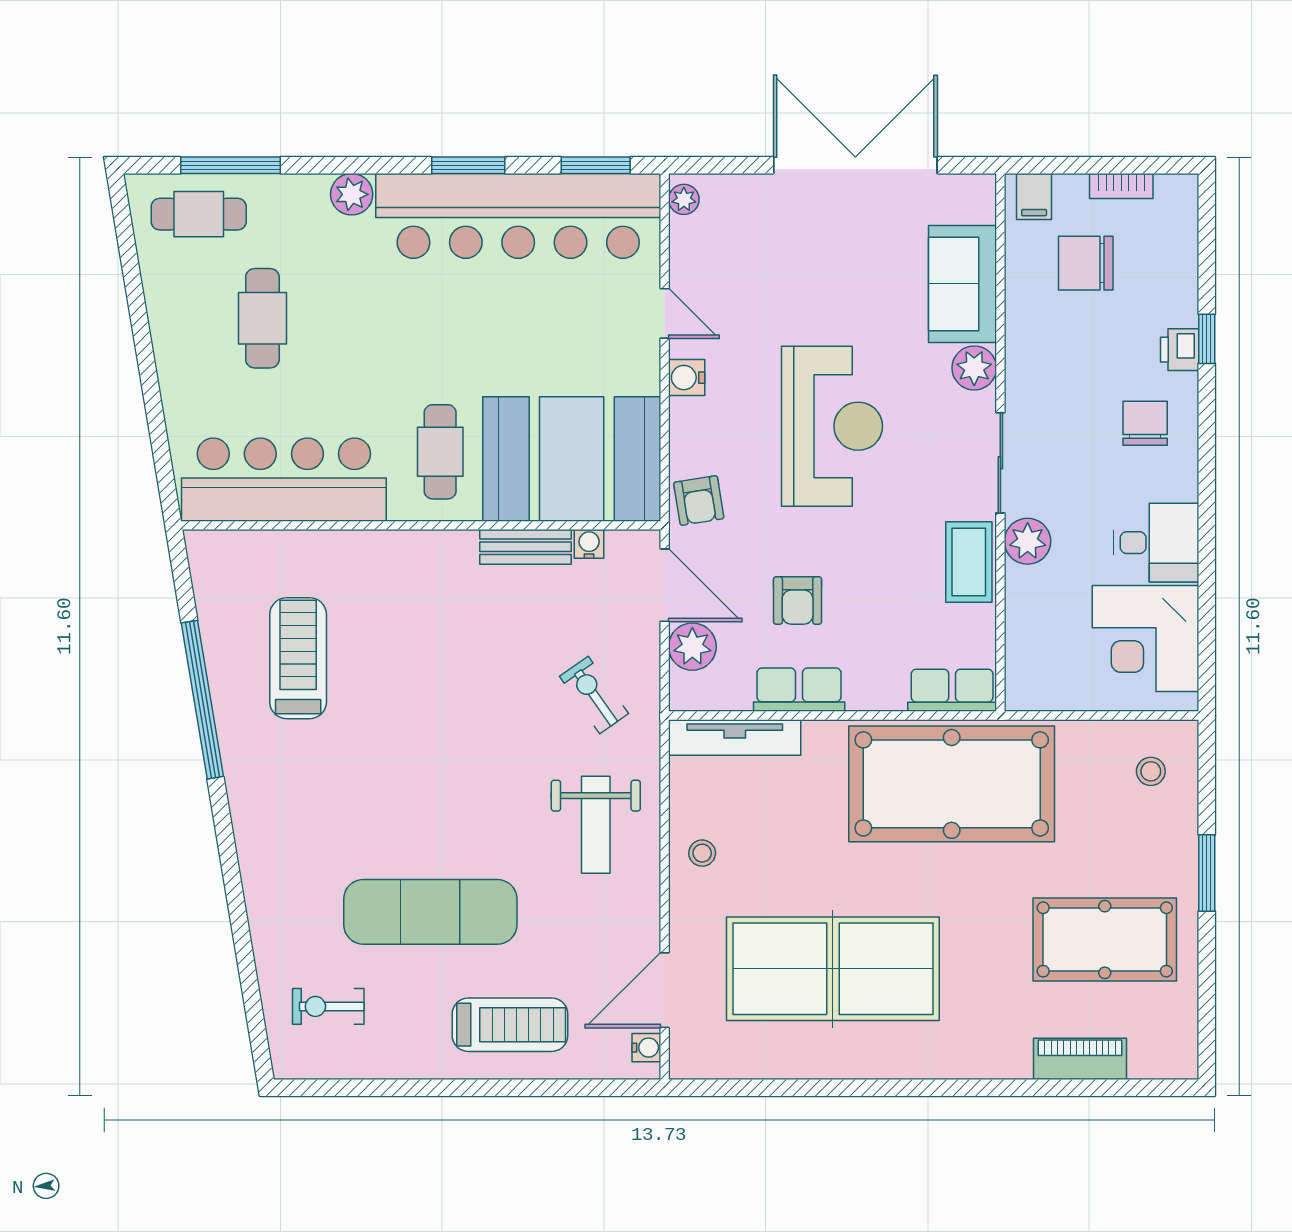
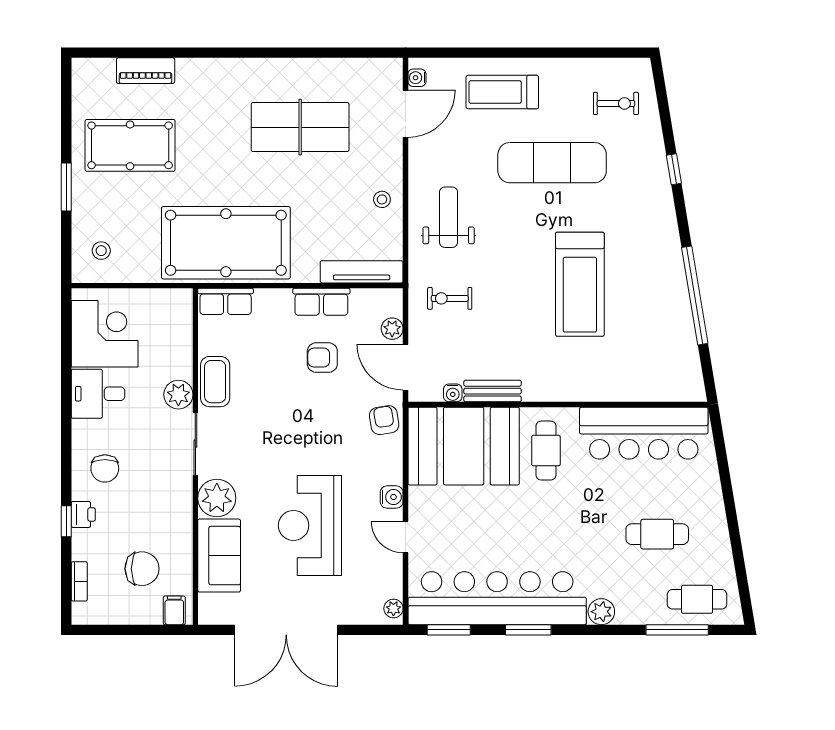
bookcase: (1121, 186) -> (79, 581), moved, turned 90
cafe table: (262, 318) -> (657, 534), turned 90
plant: (974, 368) -> (217, 498), width x1.36, depth x1.36
reception desk: (832, 426) -> (310, 525), moved
armchair: (798, 600) -> (322, 358), turned -90
plant: (692, 647) -> (392, 329), width x0.73, depth x0.73
treadmill: (298, 658) -> (580, 284), moved, width x1.37, depth x1.38
exercise bike: (594, 695) -> (450, 298), turned 125
window: (236, 901) -> (674, 169), added
table tennis table: (833, 969) -> (300, 127), width x0.73, depth x0.76

